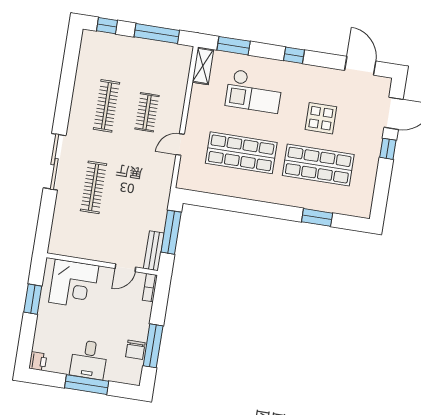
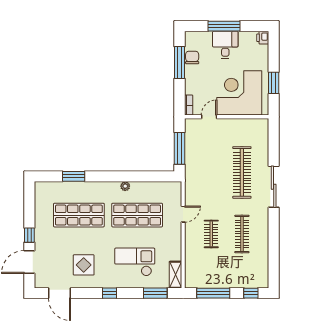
display table: (321, 118) -> (84, 265), moved
clothes rail: (94, 187) -> (242, 172), width x1.37, depth x1.31
plant: (251, 194) -> (125, 186), added
bench: (154, 251) -> (190, 133), removed
corner desk: (74, 284) -> (239, 93), width x1.36, depth x1.36

